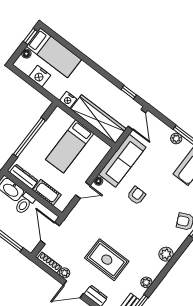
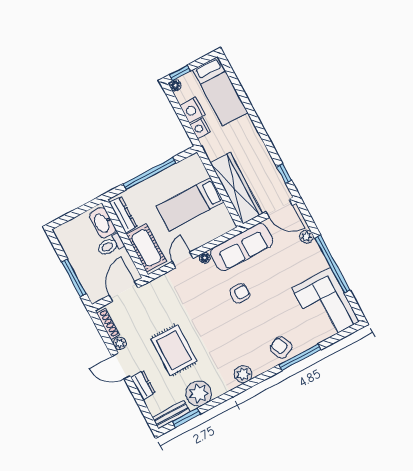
window: (30, 36) -> (180, 73), moved
floor lamp: (26, 54) -> (175, 85), moved
nightstand: (68, 100) -> (200, 128), moved
door: (137, 120) -> (279, 208), hinge flipped
plant: (176, 138) -> (307, 237), moved
door: (83, 190) -> (183, 260), swing flipped
cot: (47, 192) -> (146, 248), width x1.37, depth x1.34
plant: (146, 282) -> (199, 393), width x1.87, depth x1.87

